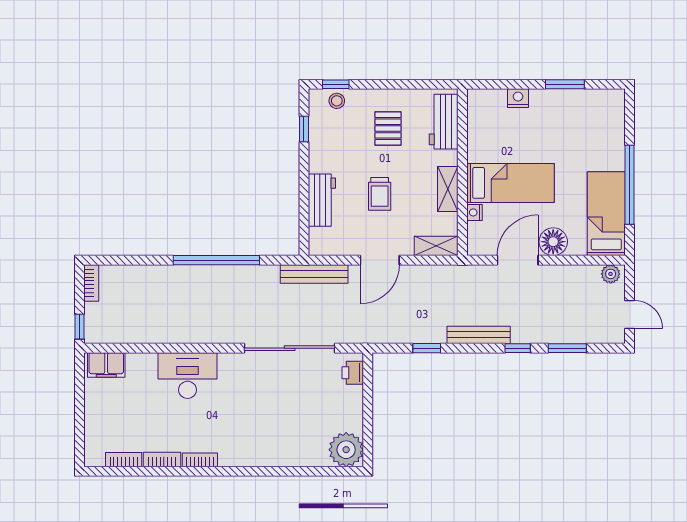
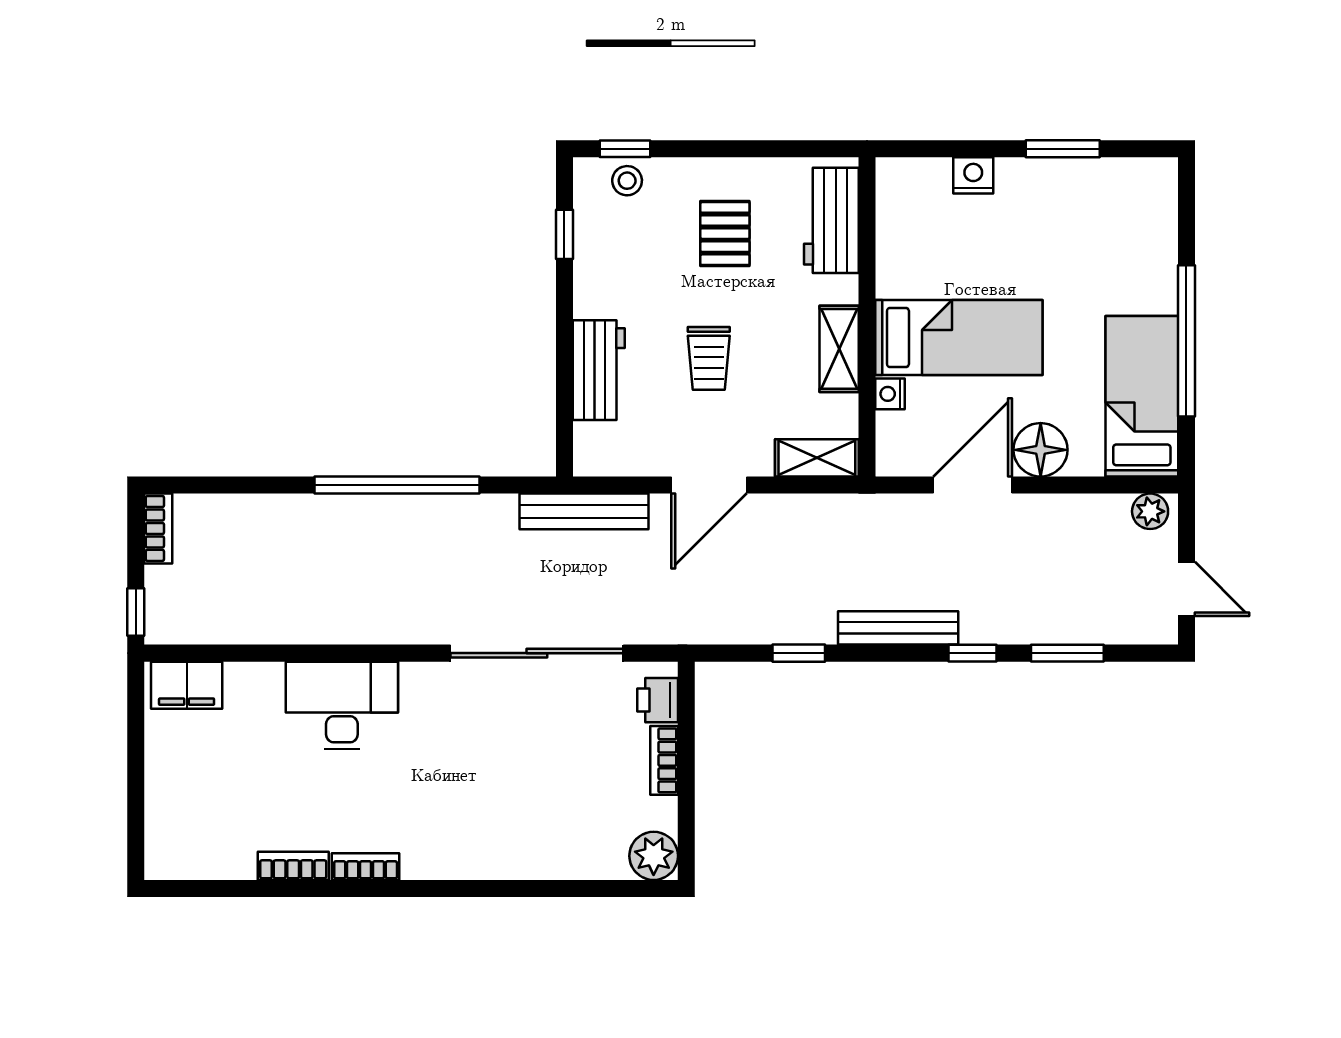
plant: (346, 450) -> (654, 856), width x0.73, depth x0.73
bookcase: (124, 460) -> (664, 760), moved, turned -90

